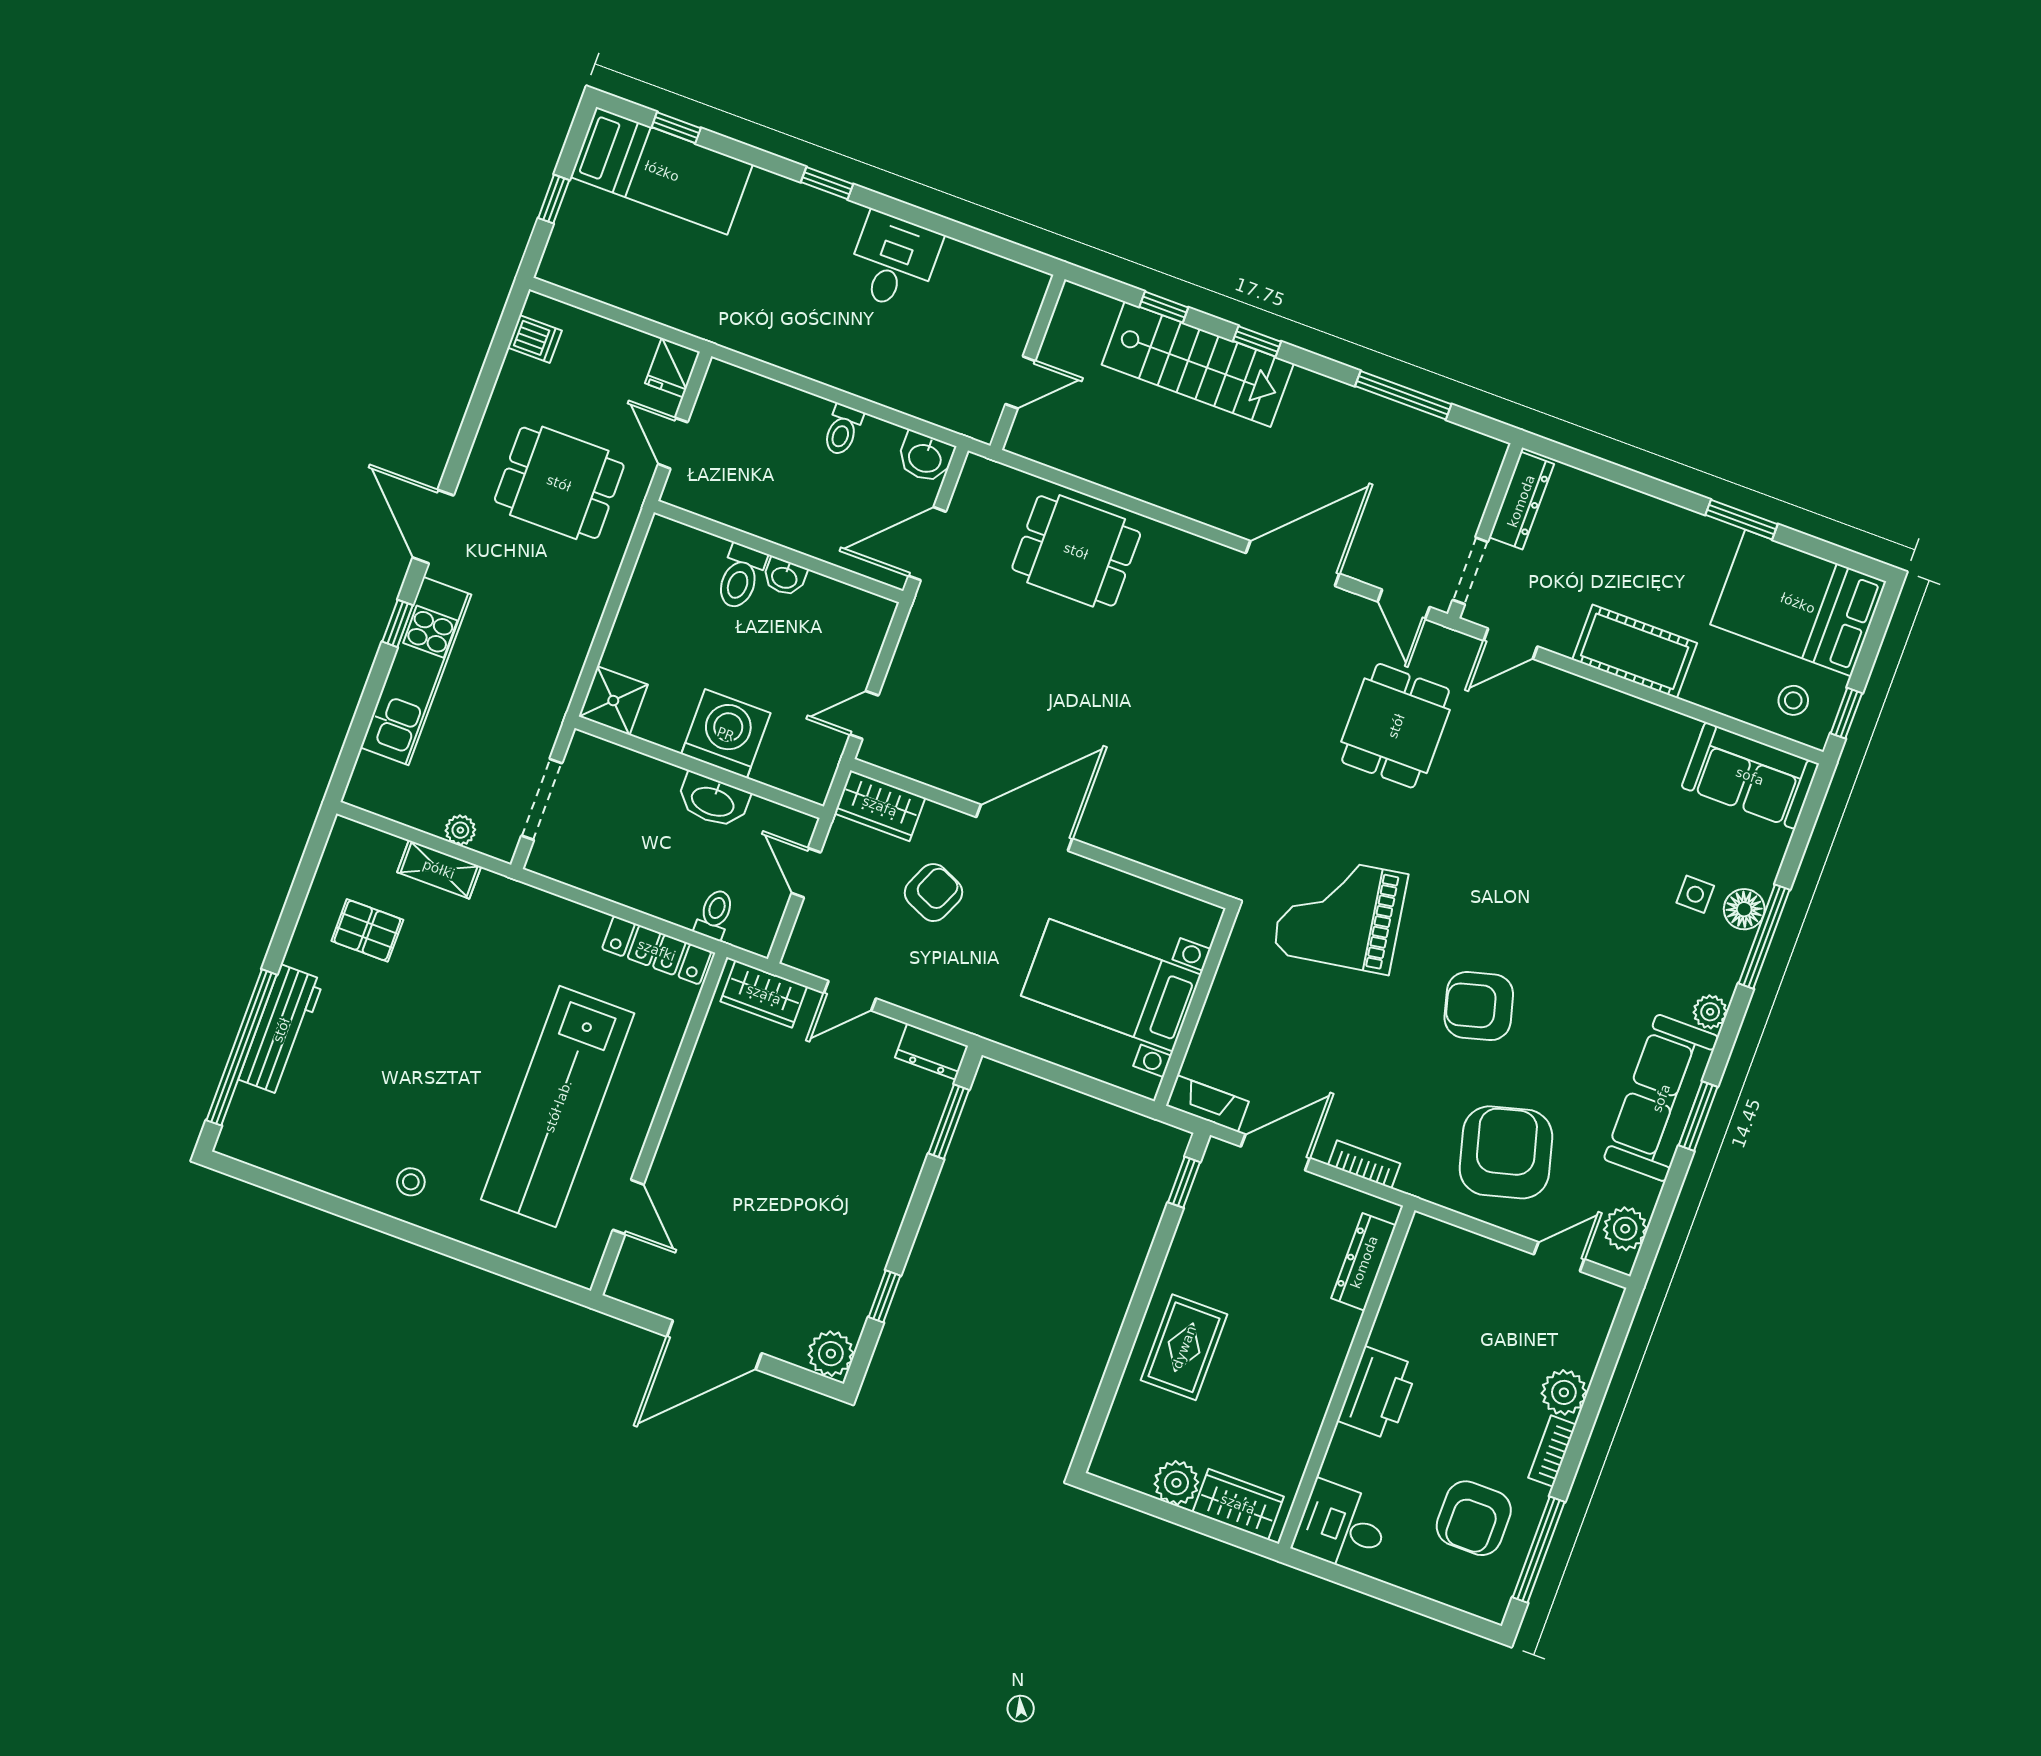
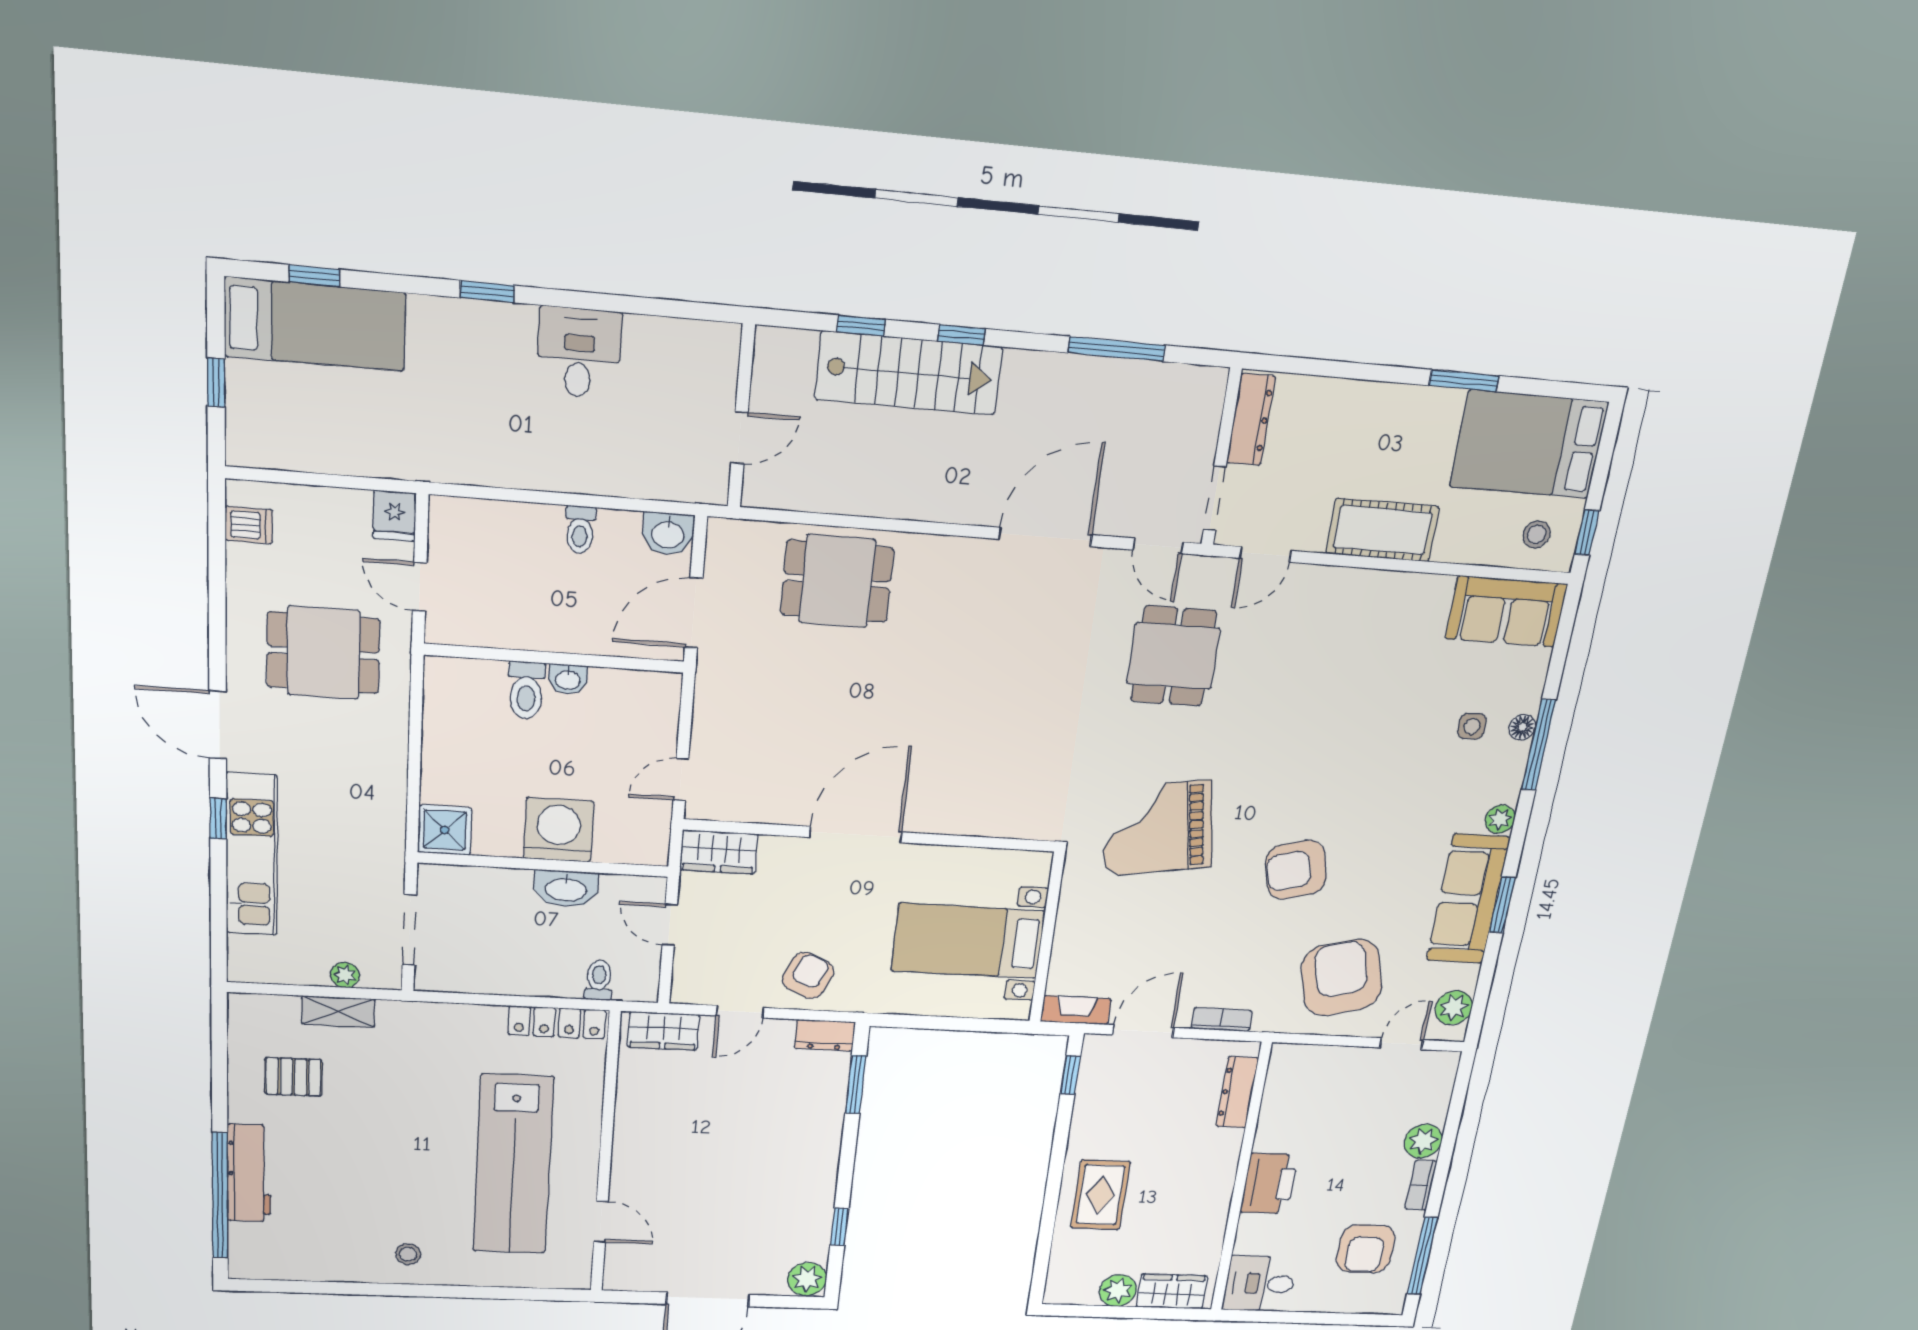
armchair: (933, 893) -> (808, 975), moved
floor lamp: (1744, 909) -> (1522, 727), width x0.73, depth x0.73

